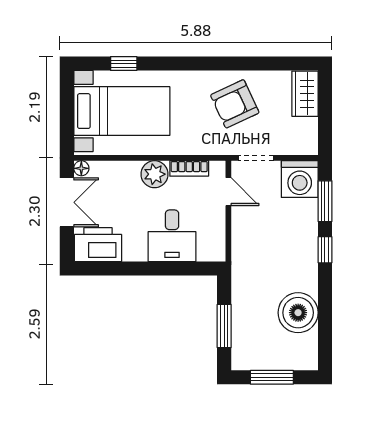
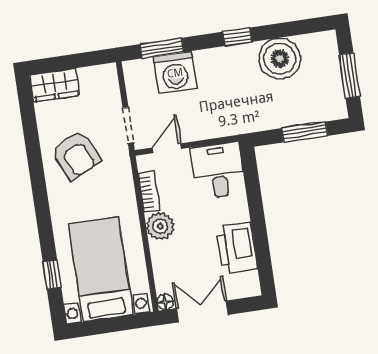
washing machine: (300, 179) -> (175, 73), moved, turned 90
desk: (172, 236) -> (218, 170), moved, turned -90
printer: (98, 245) -> (237, 248), moved
window: (325, 250) -> (238, 37), moved

